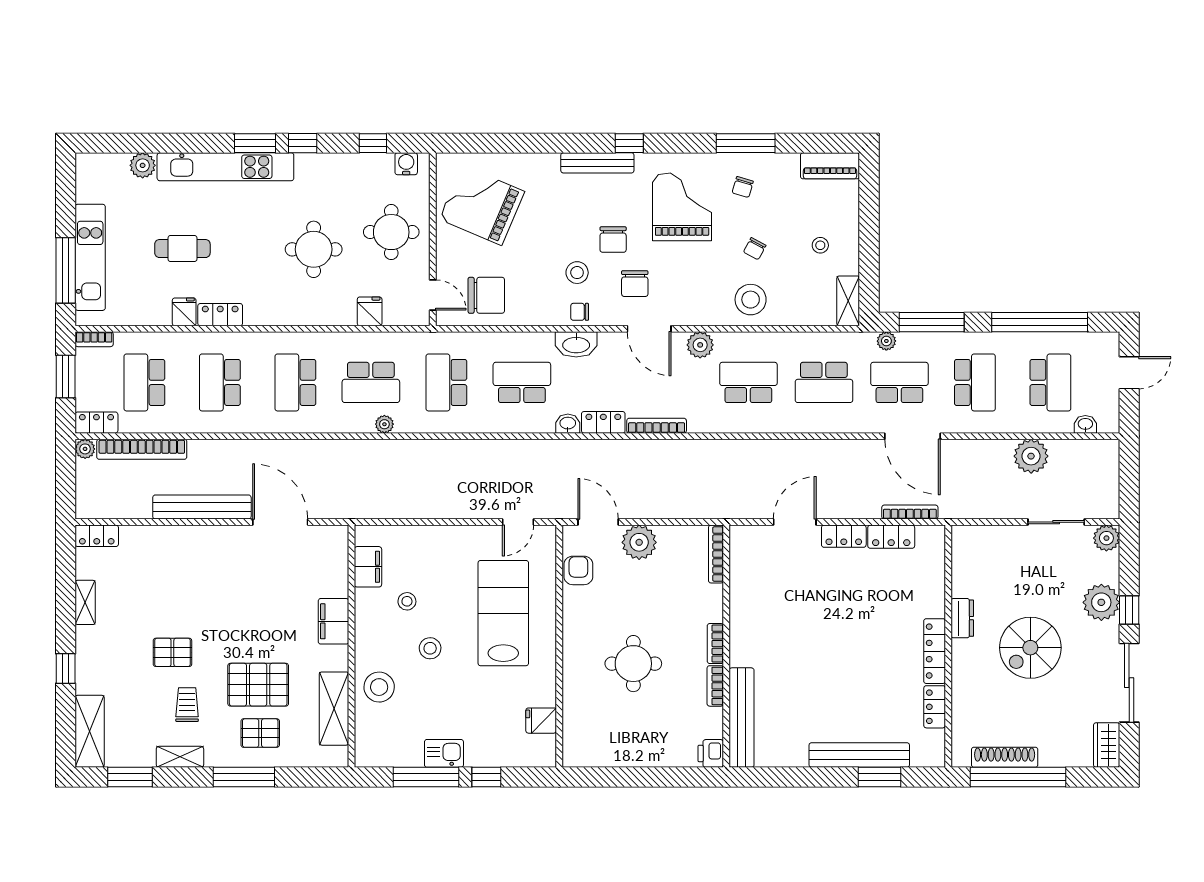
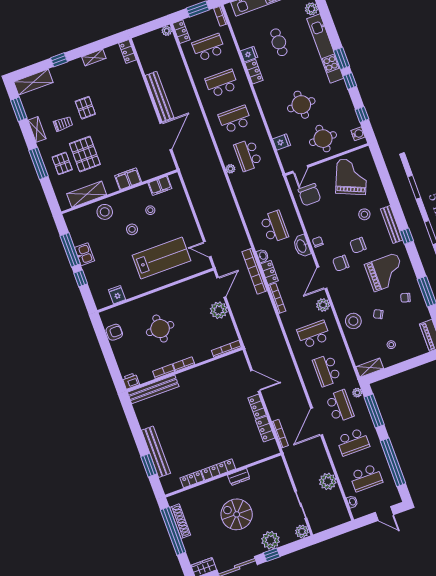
stool: (577, 273) -> (364, 214), moved
school desk: (446, 382) -> (261, 191), removed
school desk: (748, 382) -> (314, 334), turned -90
bookcase: (142, 449) -> (255, 271), moved
armchair: (578, 570) -> (114, 332), moved

